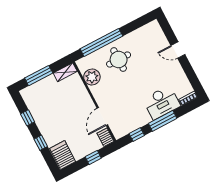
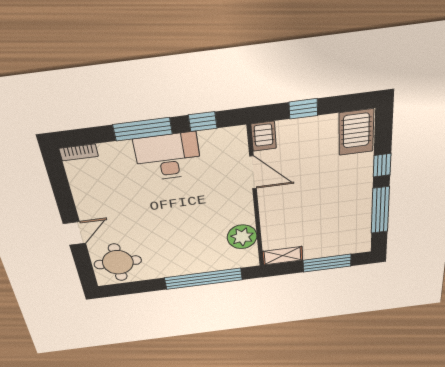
door: (178, 50) -> (74, 233), hinge flipped
round table: (119, 60) -> (118, 262), moved
desk: (162, 102) -> (168, 157), moved
door: (102, 116) -> (253, 172), hinge flipped
window: (28, 118) -> (380, 210), width x2.17

